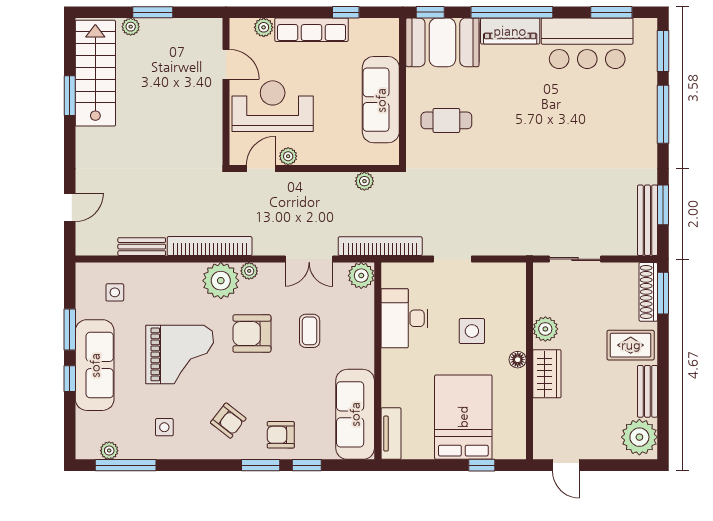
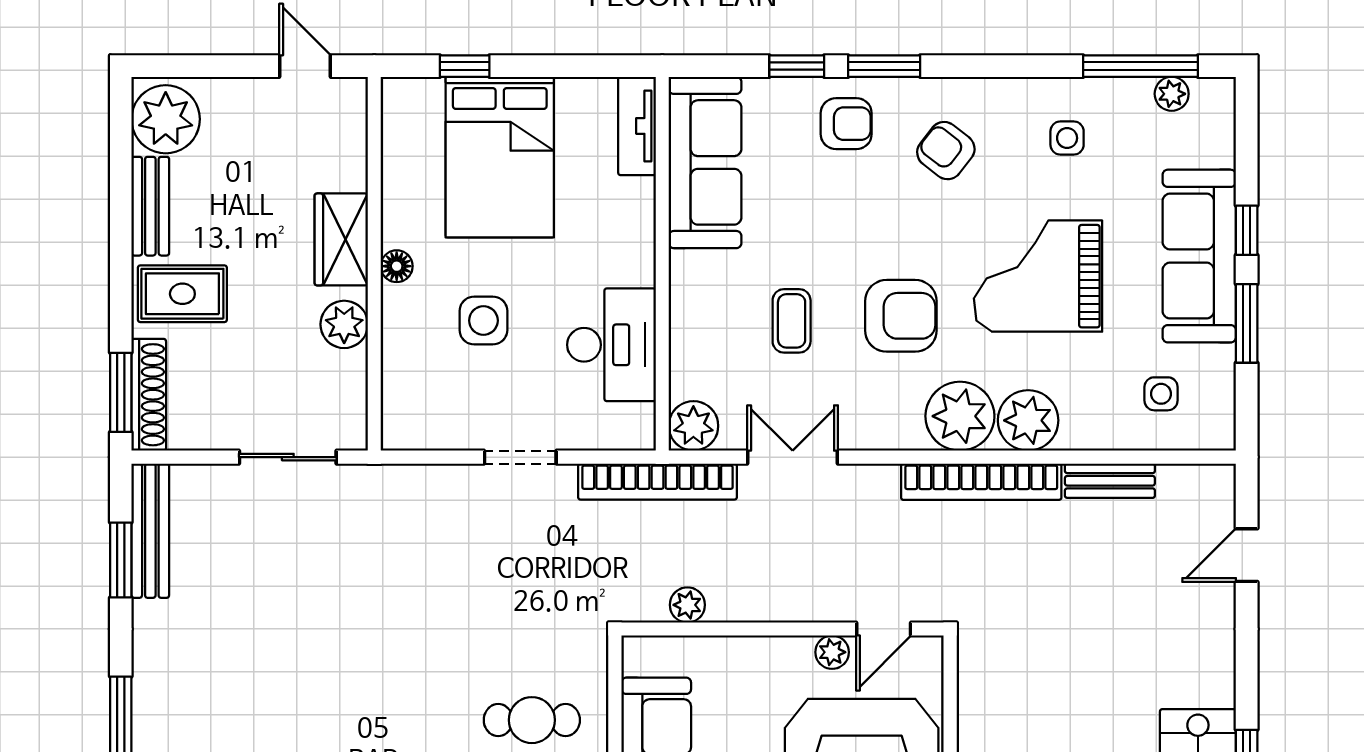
plant: (249, 271) -> (1028, 420), moved, width x1.88, depth x1.88

